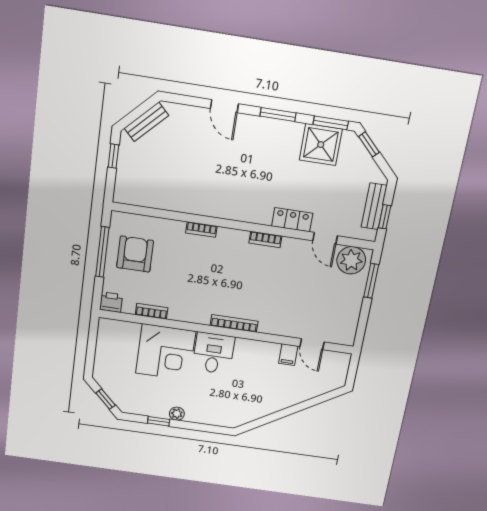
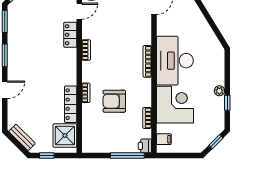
shower: (321, 145) -> (65, 135), moved
locker: (187, 204) -> (71, 104), added
window: (102, 252) -> (127, 156), moved
armchair: (135, 254) -> (114, 101), moved
desk: (213, 353) -> (175, 61), width x1.87, depth x1.30
filing cabinet: (288, 355) -> (164, 139), moved

